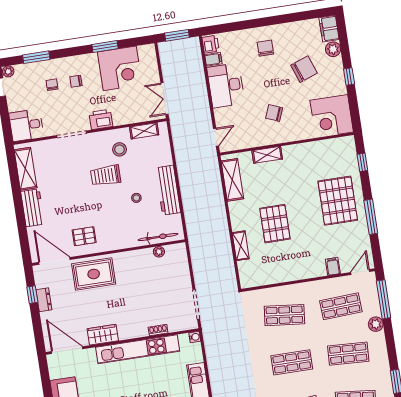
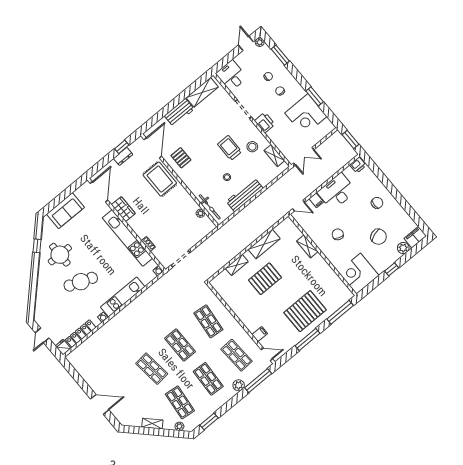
filing cabinet: (213, 59) -> (316, 200), moved
double door: (164, 99) -> (304, 156), swing flipped
window: (362, 162) -> (340, 312), width x2.17
shelving: (232, 180) -> (264, 244), moved

